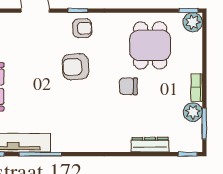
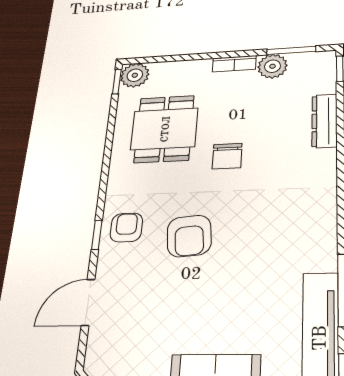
dining table: (150, 45) -> (164, 129), turned 90

